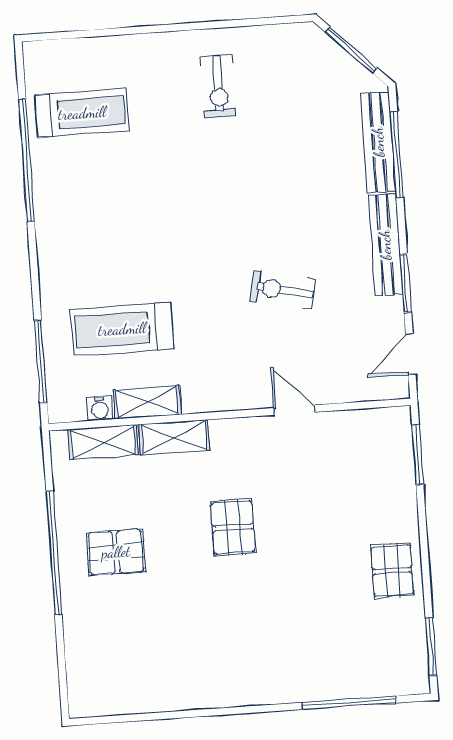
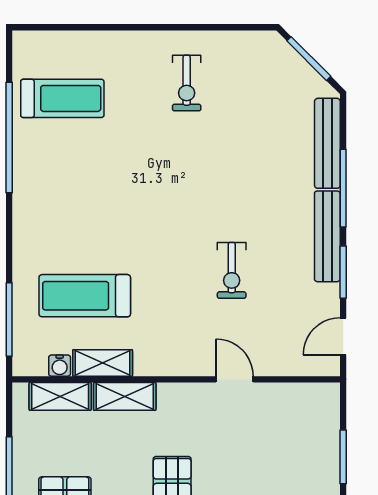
window: (397, 155) -> (343, 188), moved
exercise bike: (282, 290) -> (232, 270), turned -102
window: (418, 454) -> (343, 457), moved

